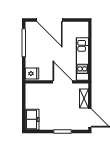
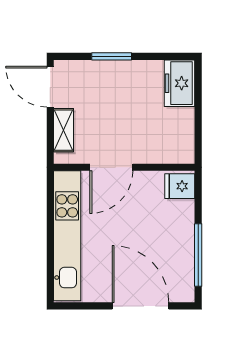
kitchen unit: (82, 59) -> (67, 236), width x1.36
door: (63, 82) -> (111, 167), hinge flipped

